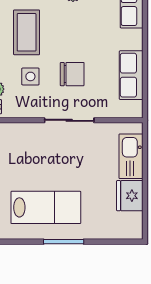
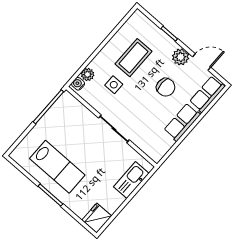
chair: (72, 74) -> (166, 87), moved
row of seats: (131, 75) -> (182, 122), moved
fridge: (130, 196) -> (97, 218), moved

